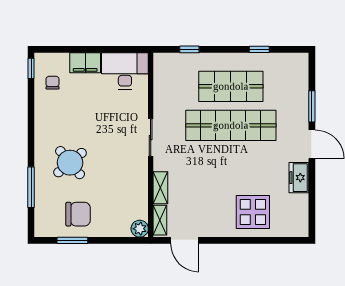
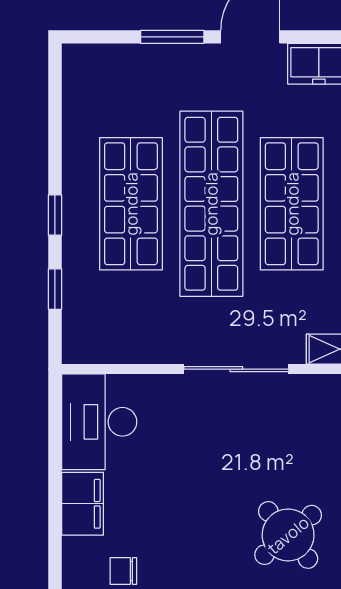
window: (259, 49) -> (55, 215), moved
sliding door: (151, 138) -> (236, 369), width x1.37
shop shelf: (231, 164) -> (292, 204), added

